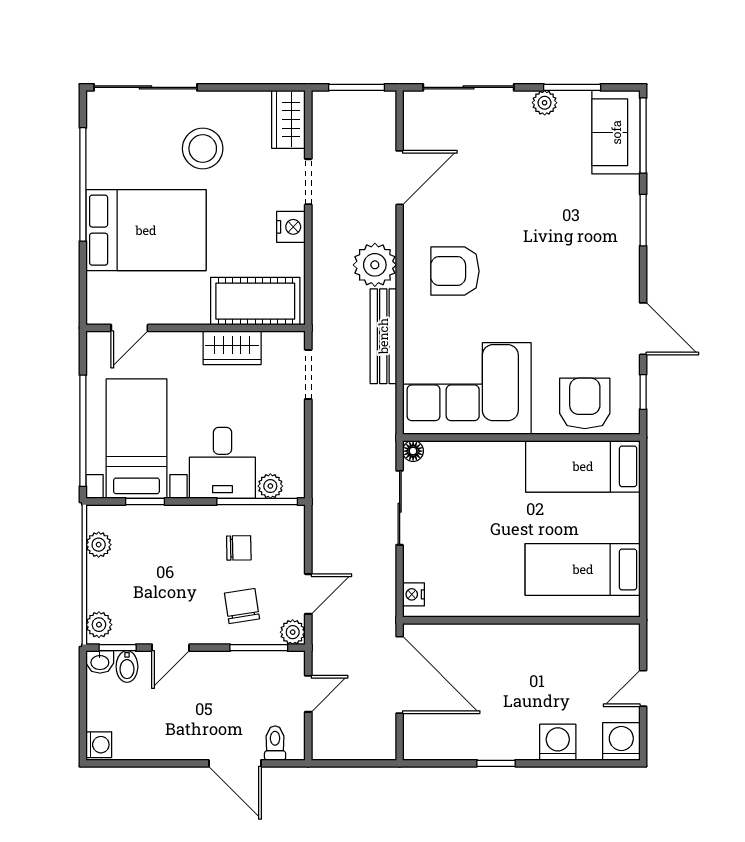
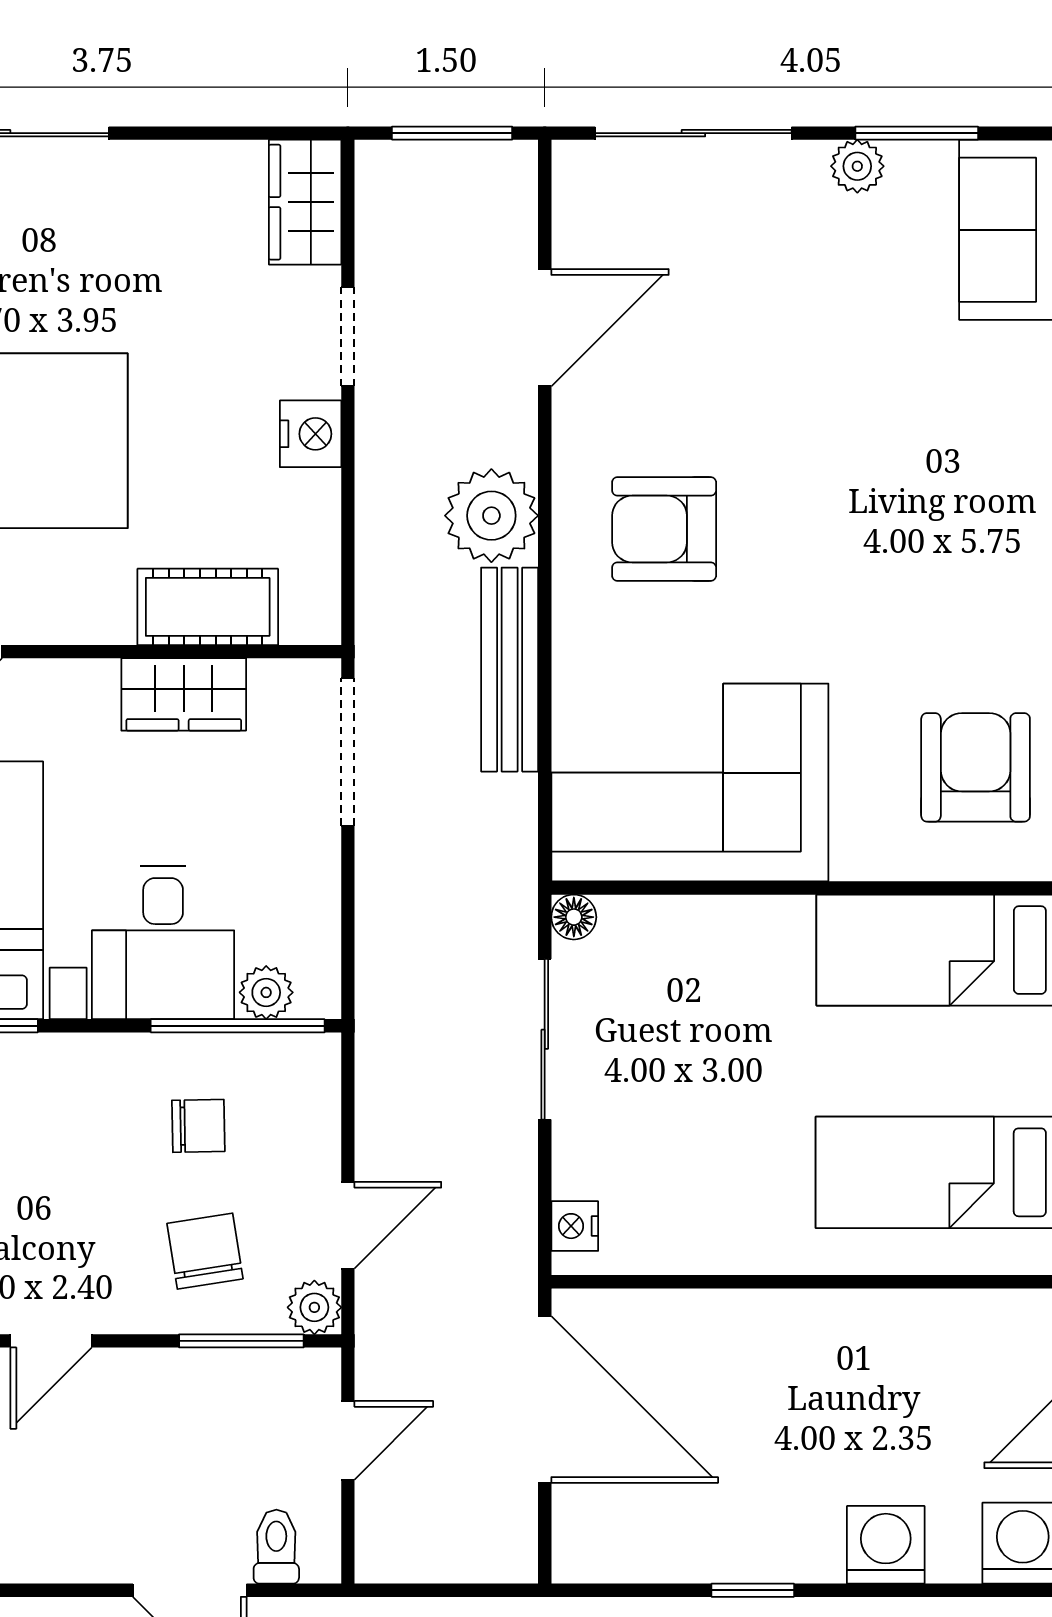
stool: (203, 149) -> (120, 265), removed
cot: (255, 301) -> (208, 607), width x0.73, depth x0.75
doorway: (308, 374) -> (348, 752), width x1.38
armchair: (585, 403) -> (976, 767), moved

